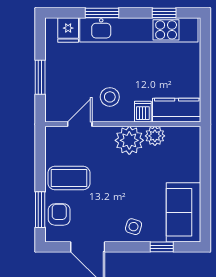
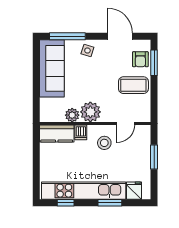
sofa: (183, 212) -> (52, 68), width x1.36
window: (162, 247) -> (67, 36), width x2.17

